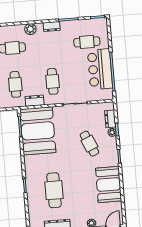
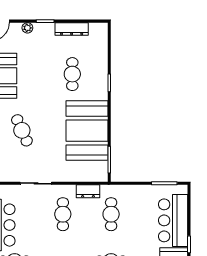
booth: (38, 131) -> (87, 131), moved
cafe table: (54, 190) -> (72, 74), width x0.73, depth x0.74

